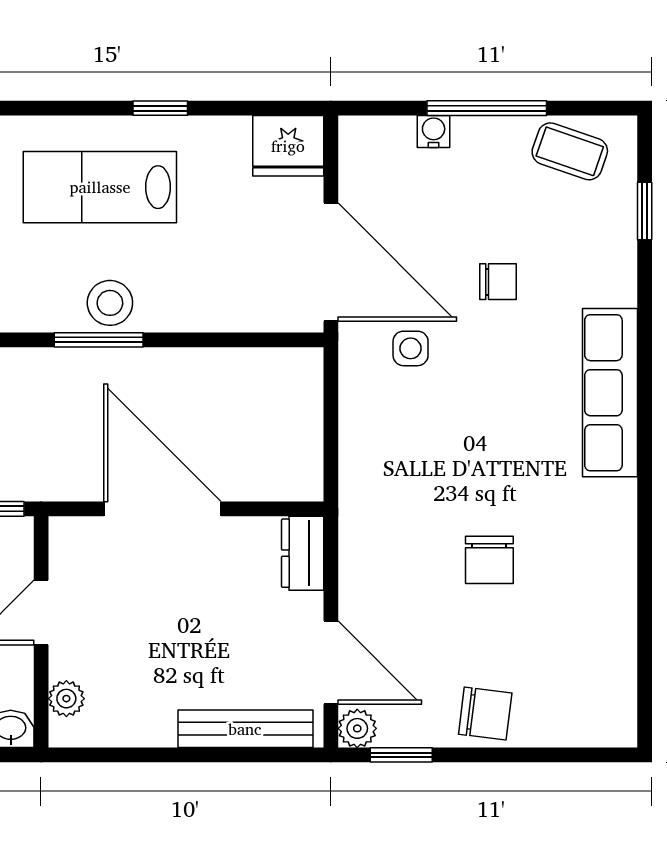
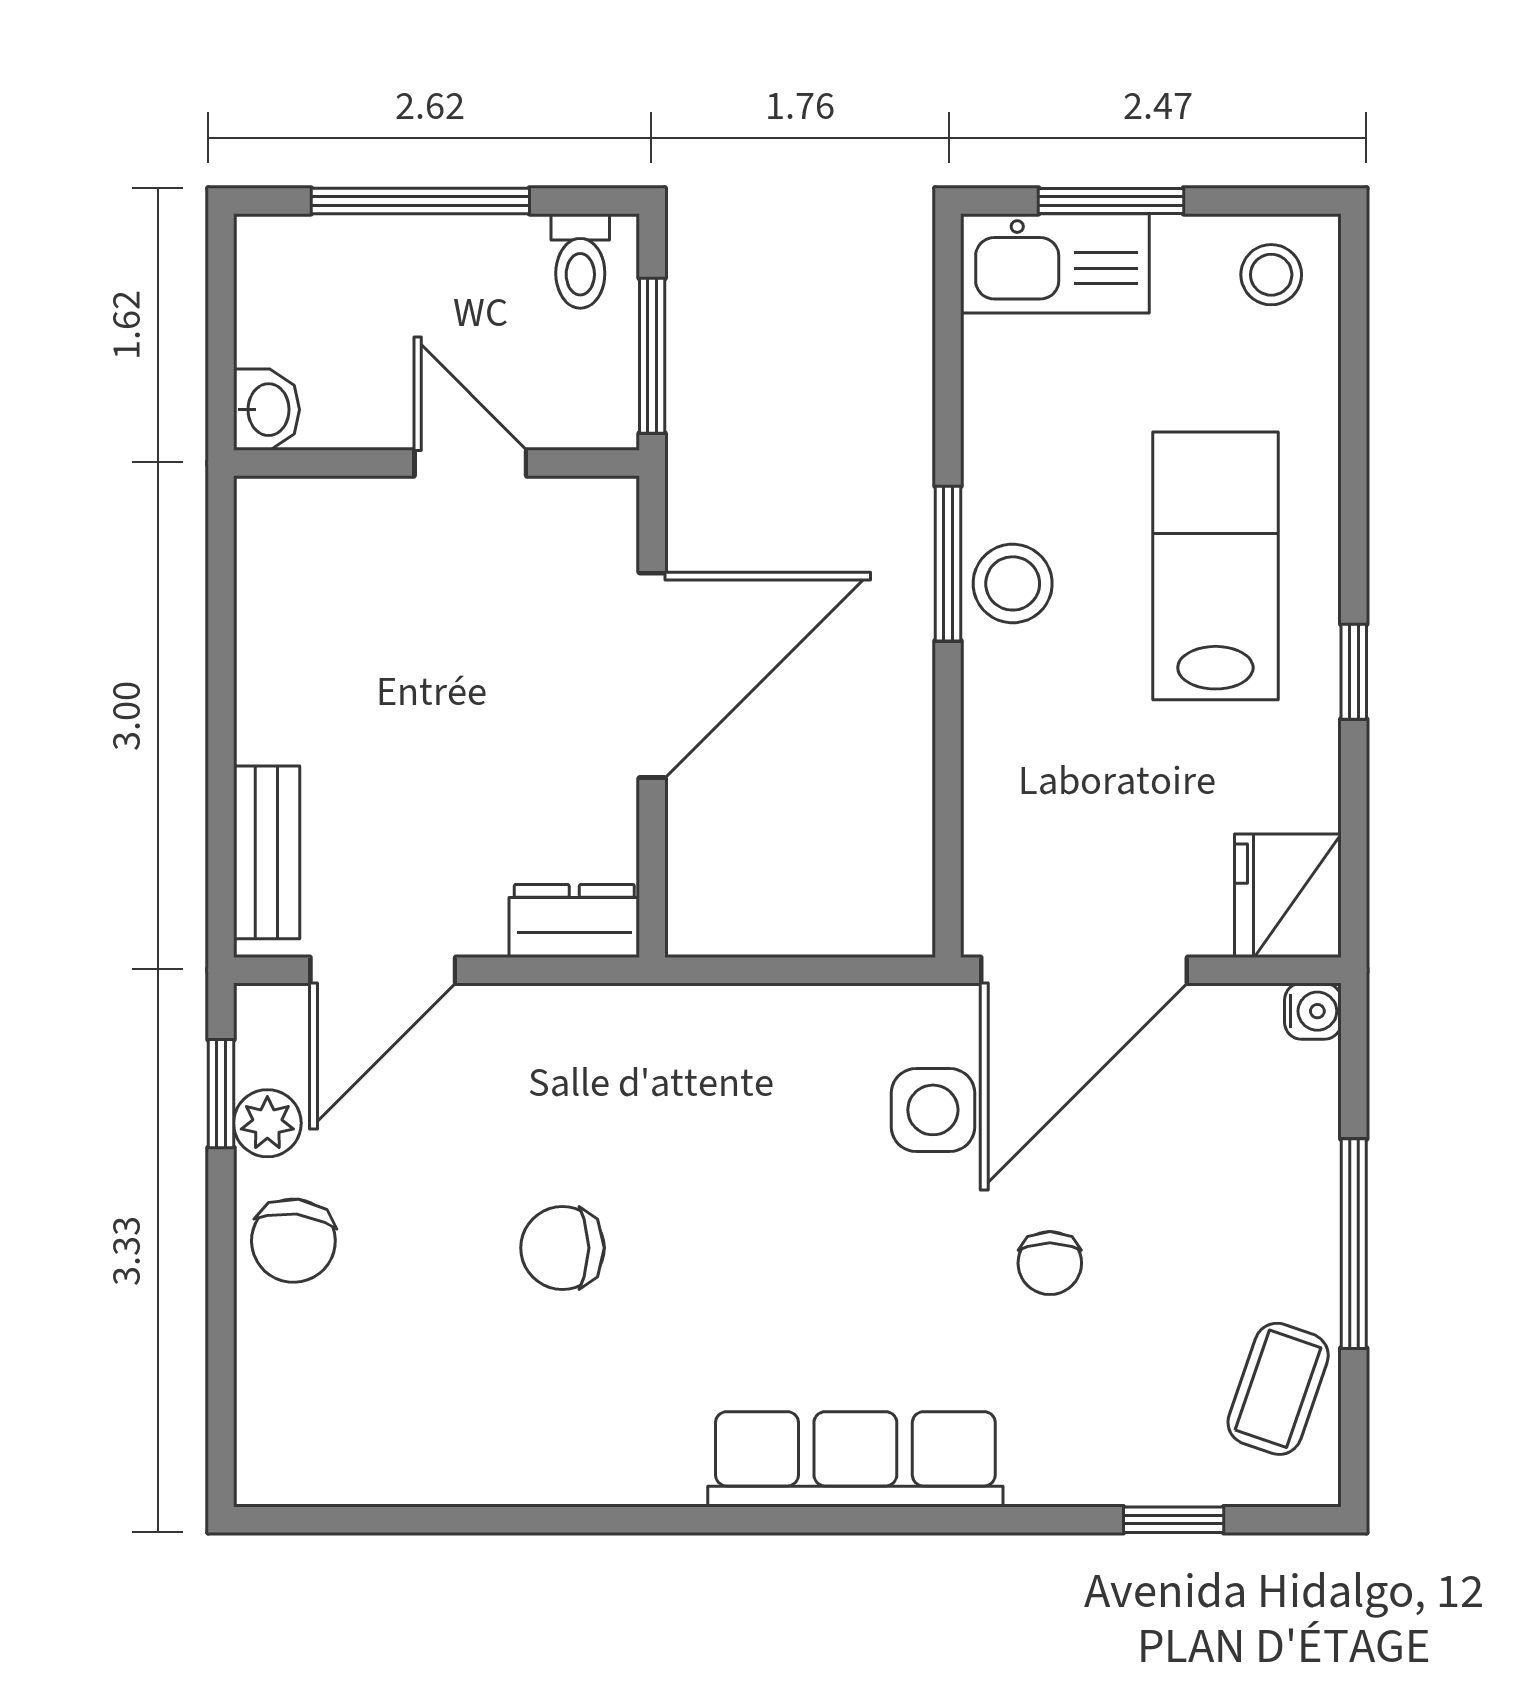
water cooler: (434, 131) -> (1313, 1011), moved
side table: (411, 348) -> (933, 1110), width x1.37, depth x1.37
plant: (66, 699) -> (320, 507), removed
plant: (357, 728) -> (267, 1123), moved
bench: (245, 729) -> (267, 852), width x0.73

